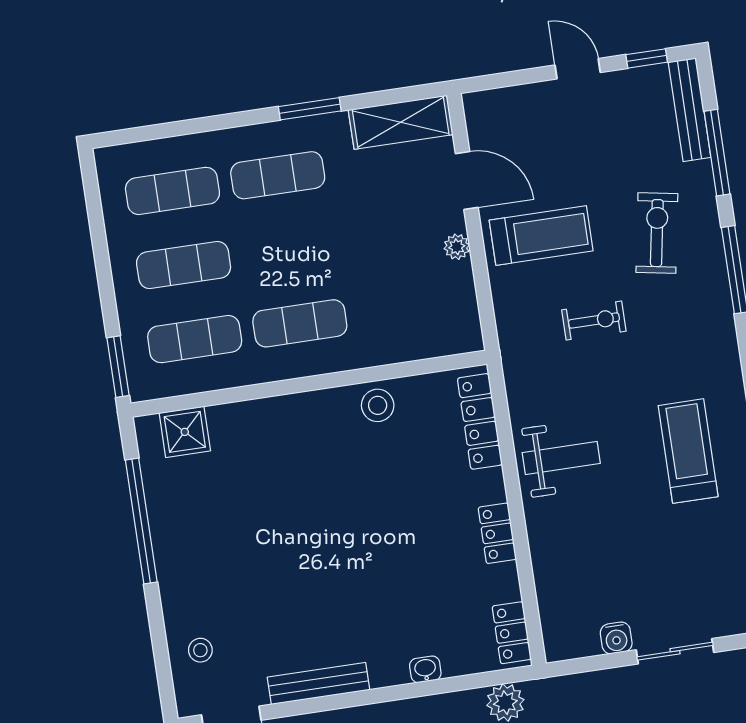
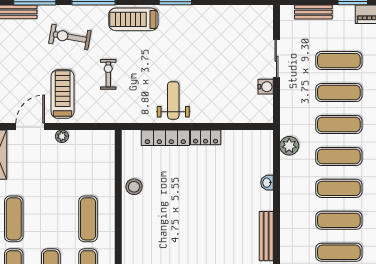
locker: (480, 421) -> (165, 138), moved
treadmill: (688, 451) -> (133, 19), moved
locker: (512, 633) -> (255, 138), removed

